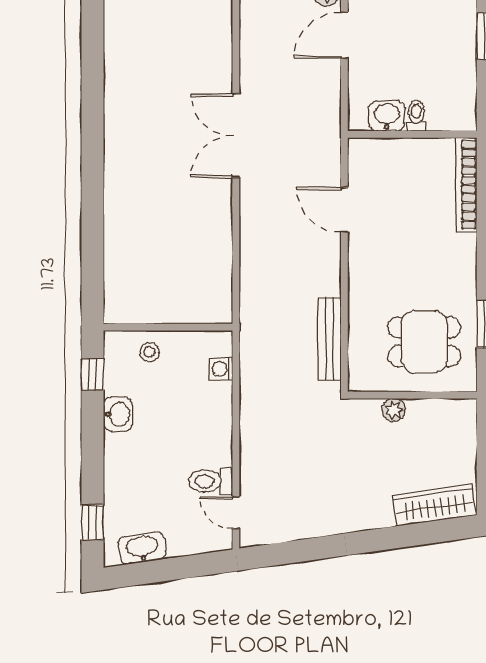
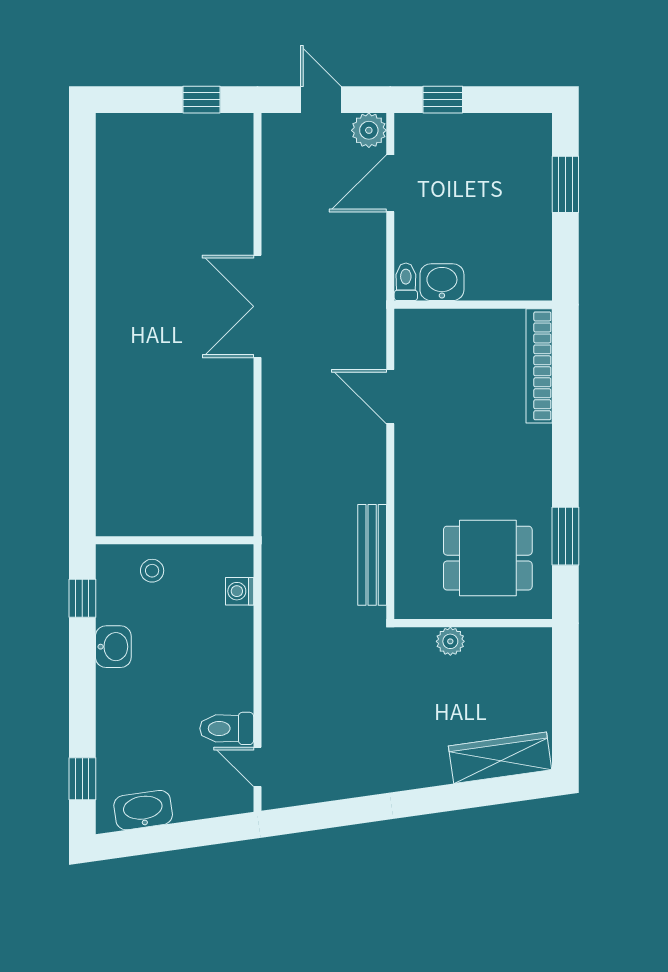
toilet: (416, 116) -> (406, 282), moved

